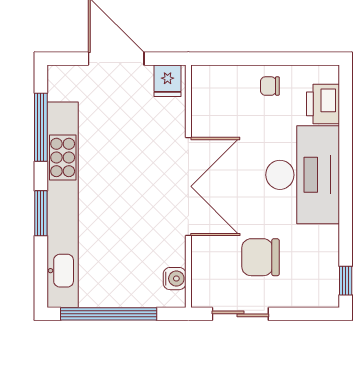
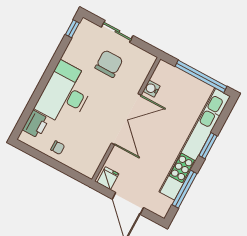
double door: (188, 186) -> (126, 119), swing flipped
chair: (261, 257) -> (109, 64), turned -90
water cooler: (175, 279) -> (152, 89), moved
sliding door: (240, 314) -> (117, 31), moved

